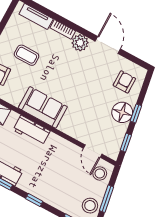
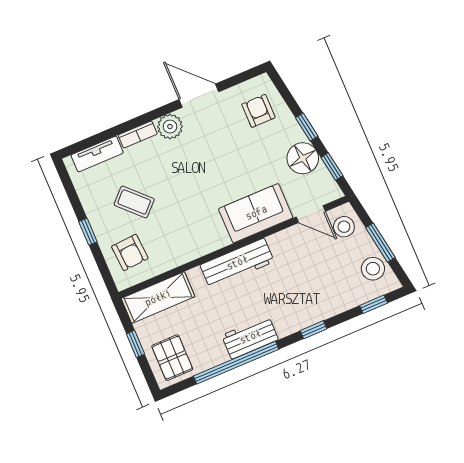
coffee table: (27, 55) -> (134, 202), turned 45
sofa: (43, 107) -> (256, 213), moved
floor lamp: (122, 112) -> (303, 158), moved
workbench: (32, 130) -> (237, 263), width x1.38

